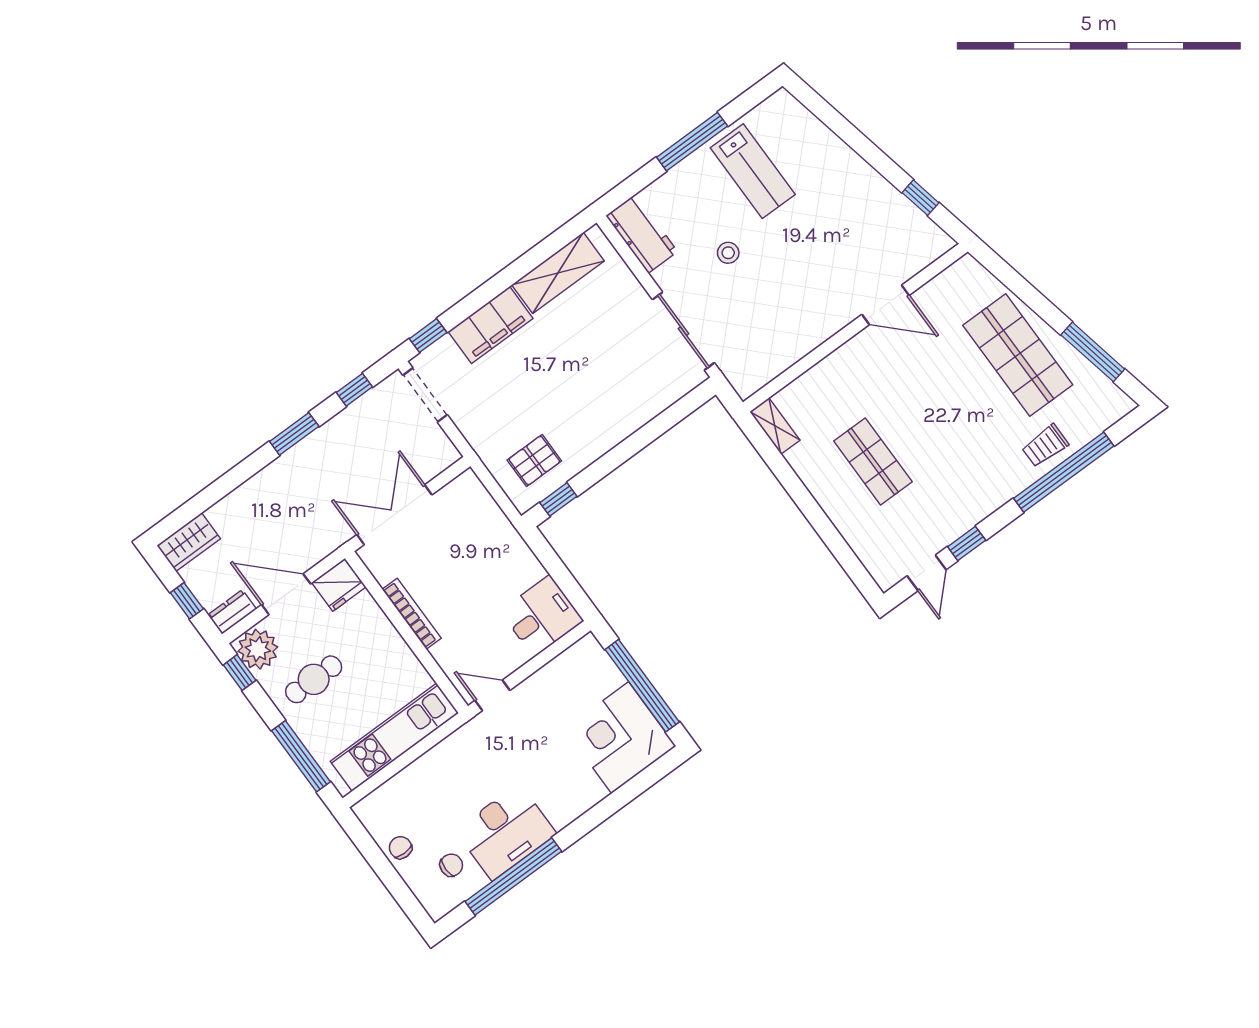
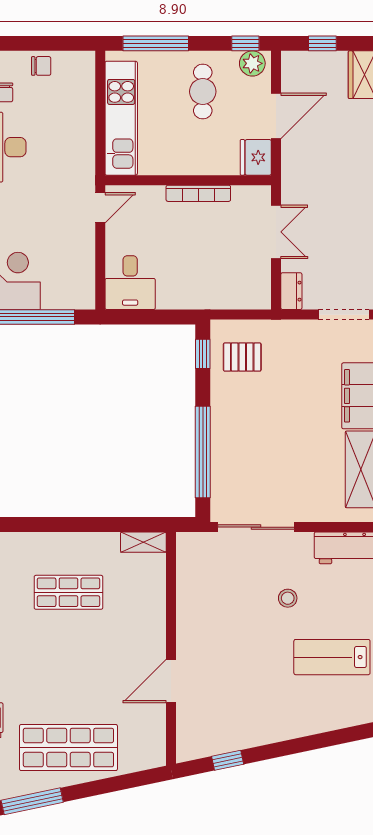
window: (650, 432) -> (203, 452), added
pallet: (534, 460) -> (242, 357), turned 90
double door: (394, 515) -> (276, 232), width x0.73
dresser: (232, 612) -> (291, 291), moved
plant: (258, 649) -> (252, 63), width x0.73, depth x0.73

